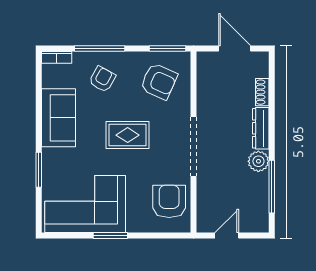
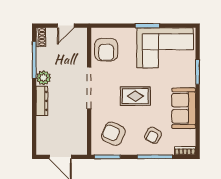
shoe rack: (262, 92) -> (41, 37), moved

